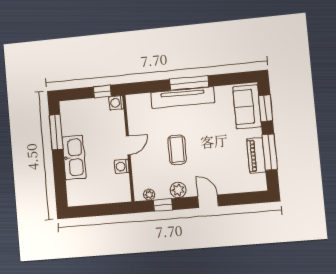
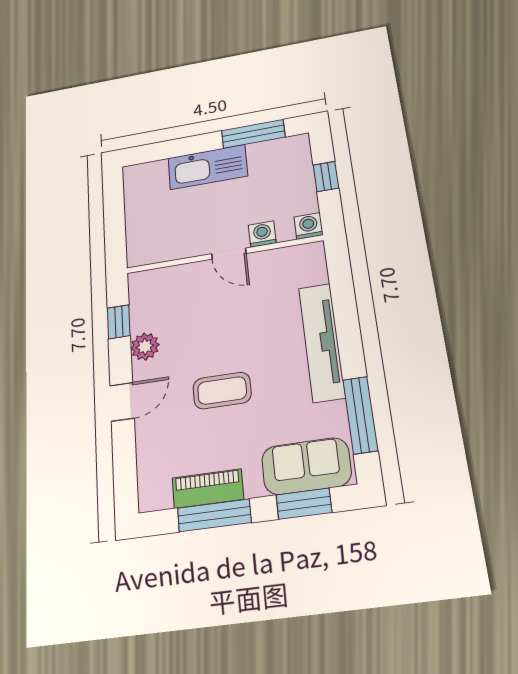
window: (189, 83) -> (360, 415), moved
window: (102, 91) -> (326, 176), moved
coffee table: (177, 150) -> (222, 391), moved
washing machine: (122, 166) -> (262, 234), moved
plant: (149, 195) -> (138, 297), removed

